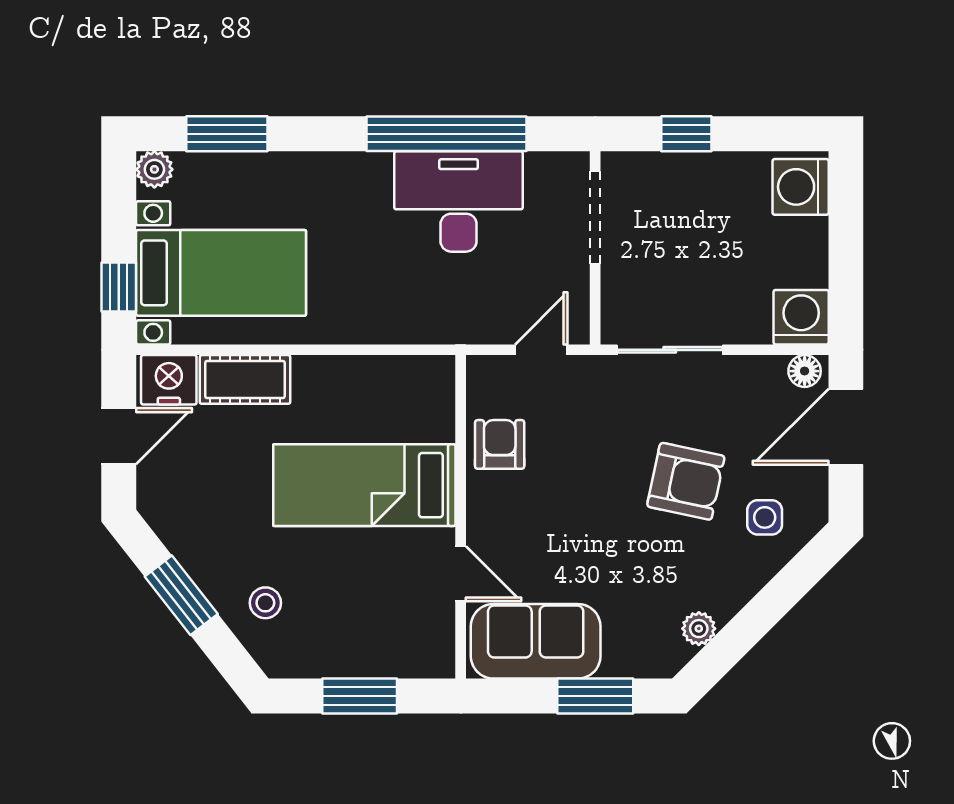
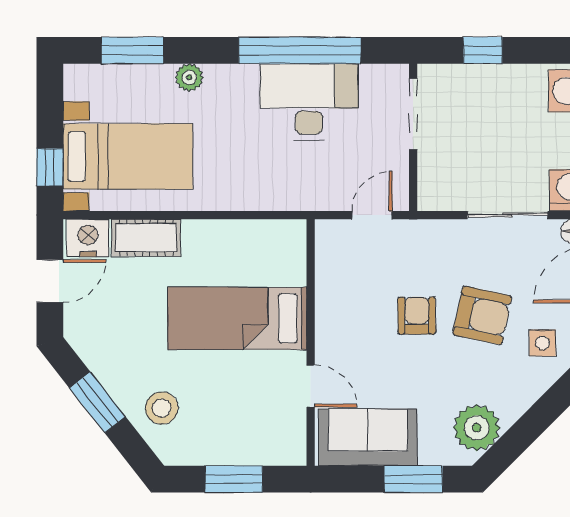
plant: (154, 169) -> (189, 77), moved
sliding door: (670, 350) -> (508, 215), moved
armchair: (500, 444) -> (417, 316), moved
stool: (265, 603) -> (162, 408), width x1.37, depth x1.37
plant: (699, 629) -> (477, 428), width x1.88, depth x1.88

